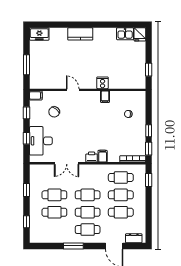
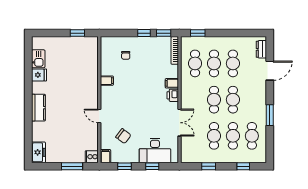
fridge: (140, 34) -> (39, 75), moved
cooker: (103, 83) -> (92, 157), moved
door: (73, 90) -> (99, 116), hinge flipped
cafe table: (88, 230) -> (252, 136), moved

